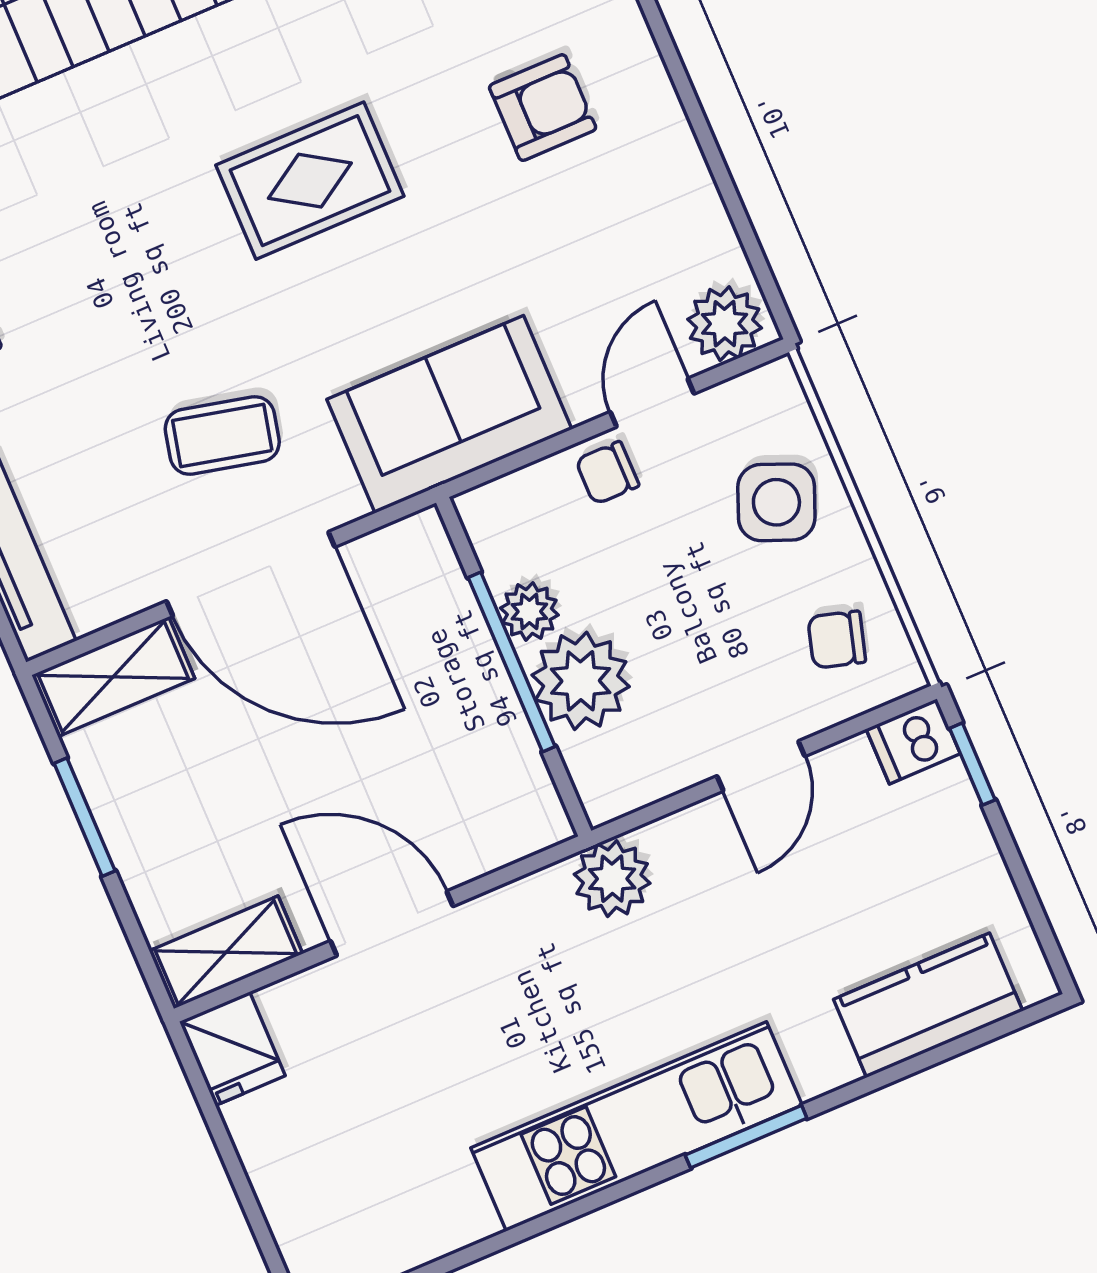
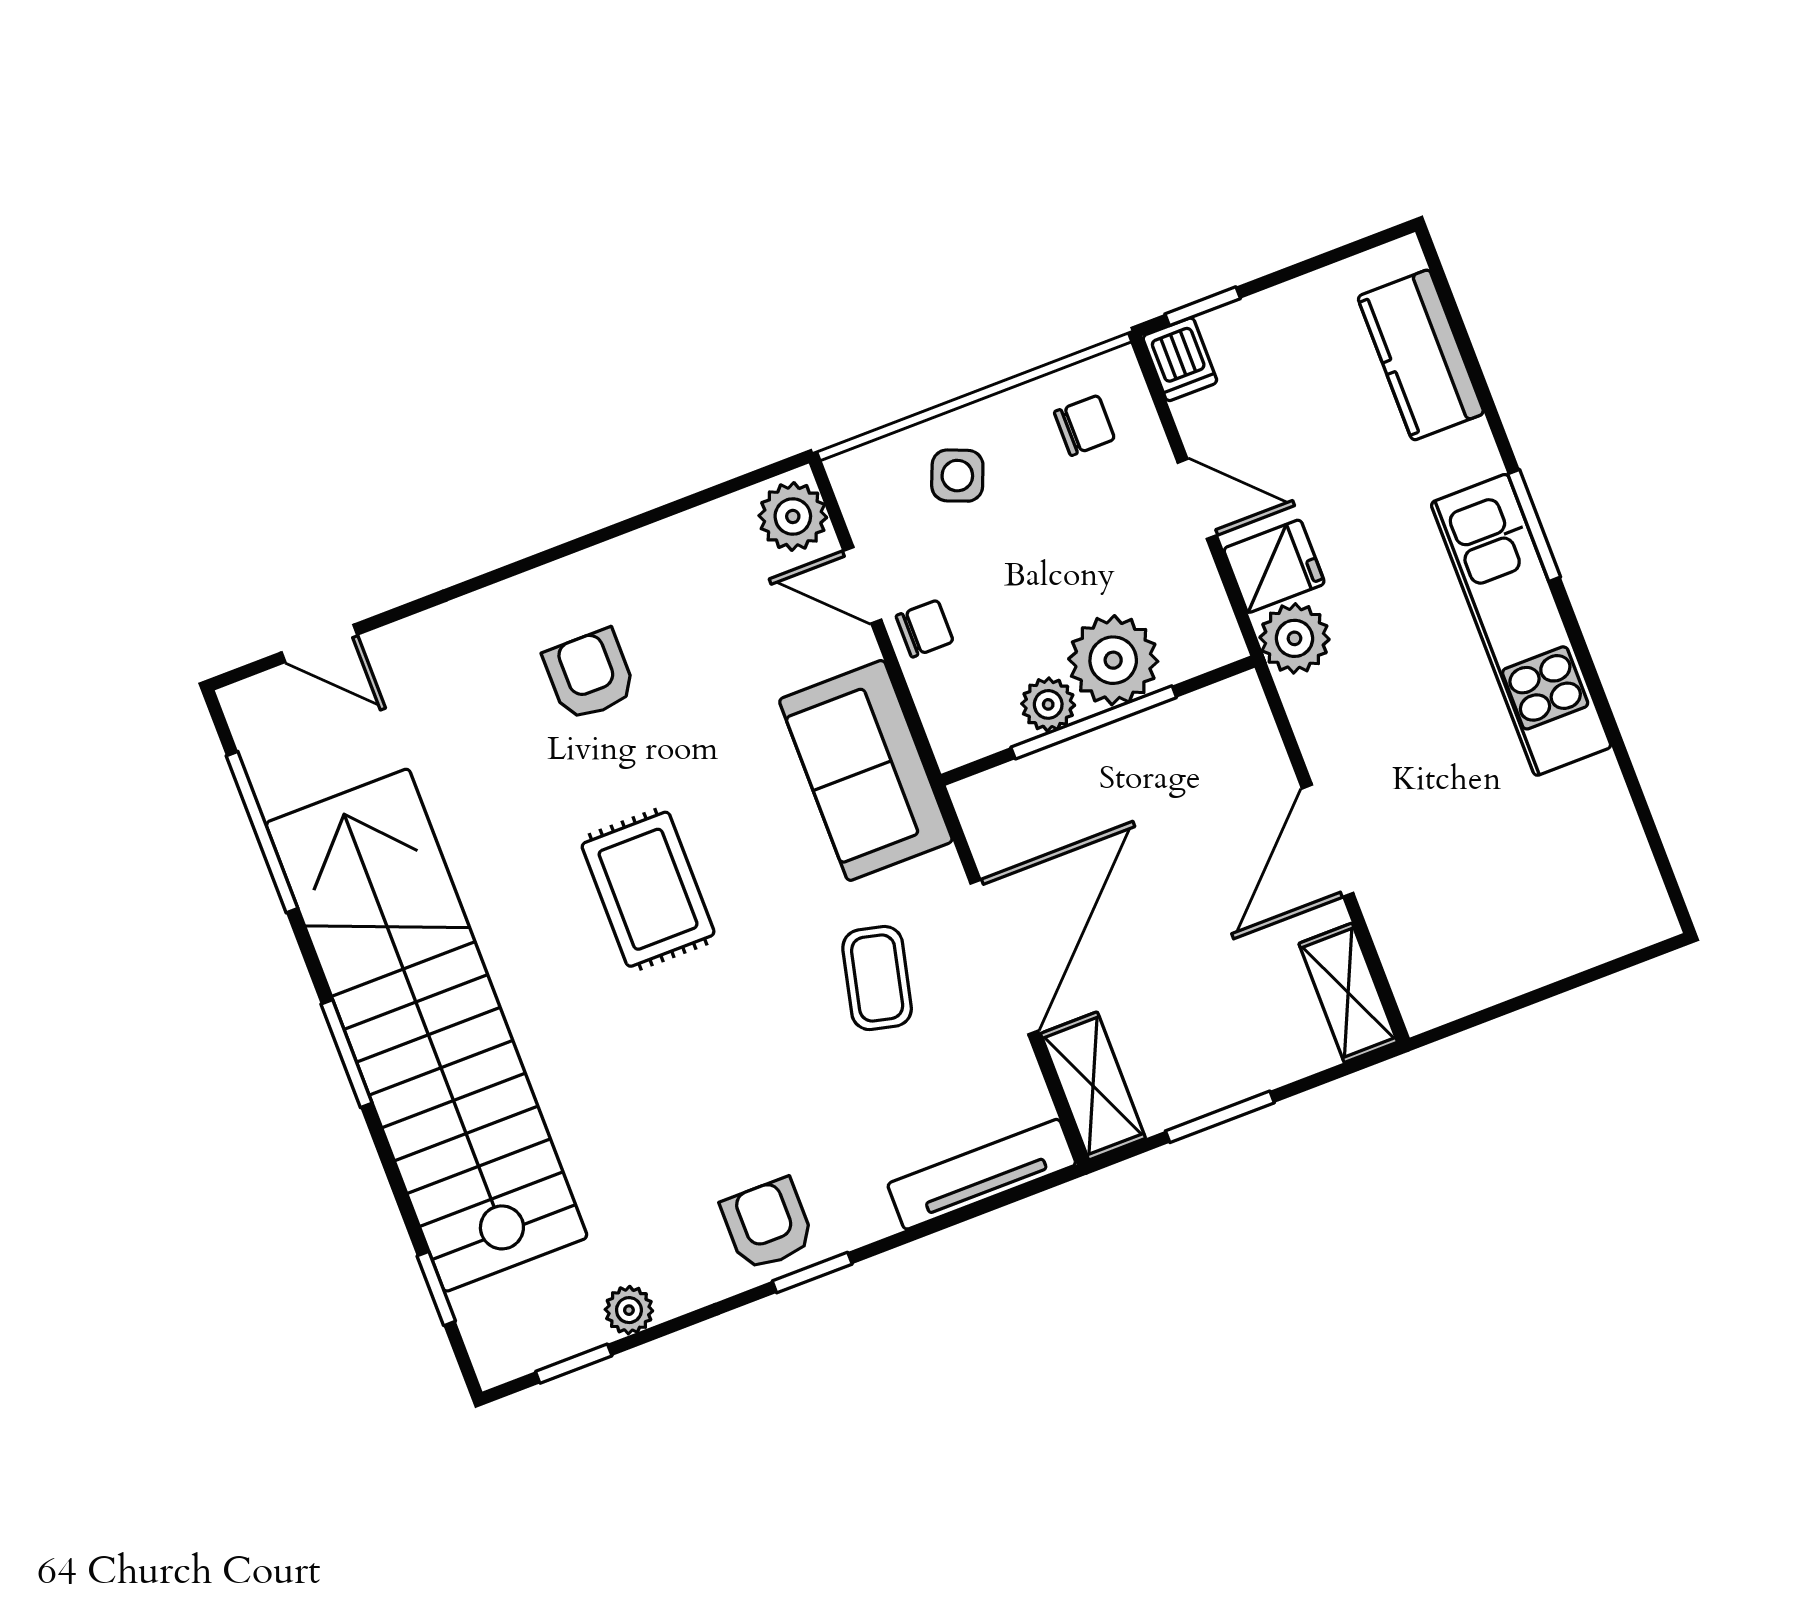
chair: (607, 473) -> (925, 629), turned -90
side table: (776, 502) -> (957, 476), width x0.73, depth x0.73
chair: (837, 640) -> (1084, 425), turned -106
fridge: (232, 1049) -> (1274, 566), moved

